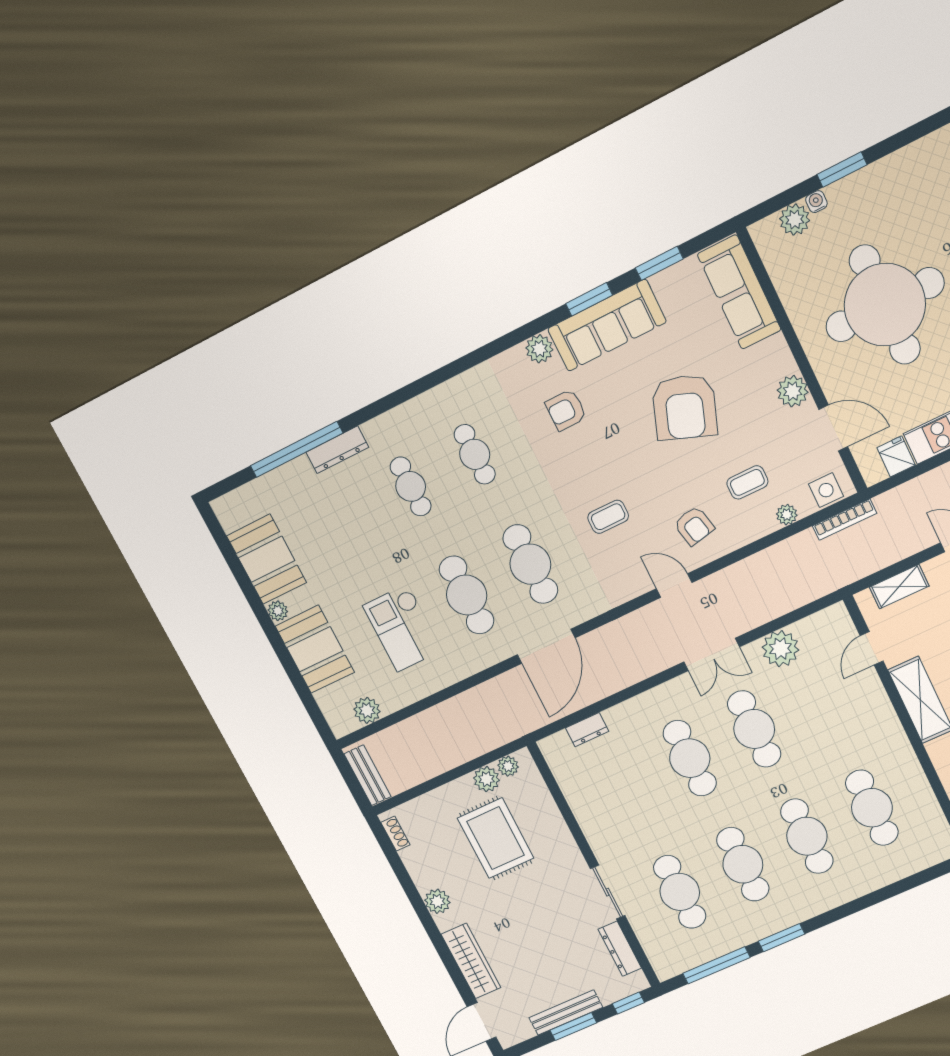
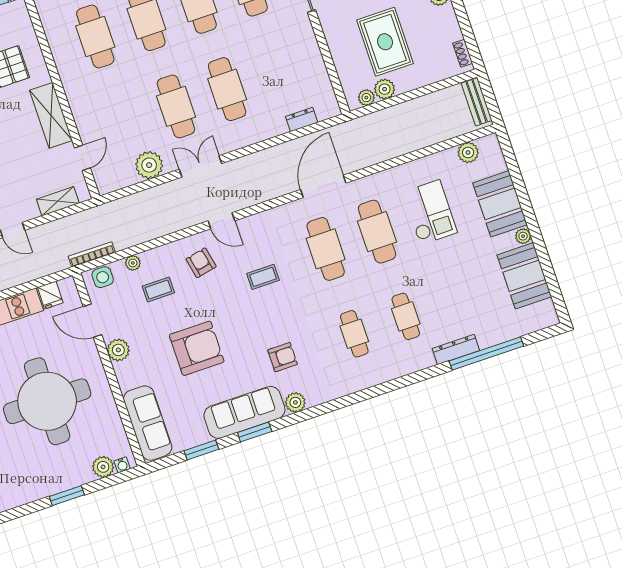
water cooler: (816, 202) -> (122, 465), moved
armchair: (685, 407) -> (197, 348), turned 70

